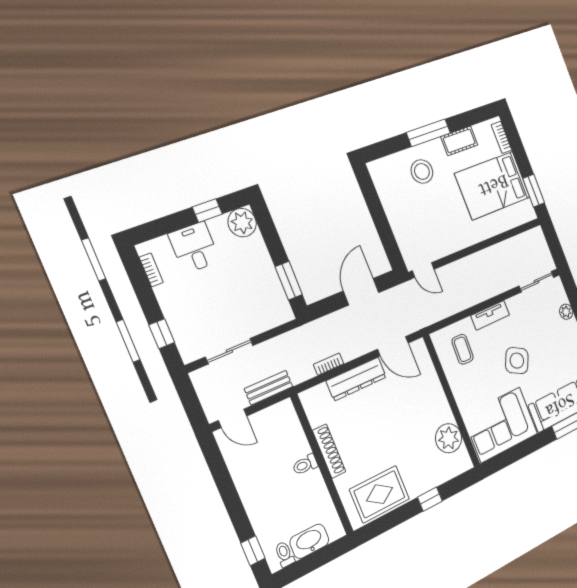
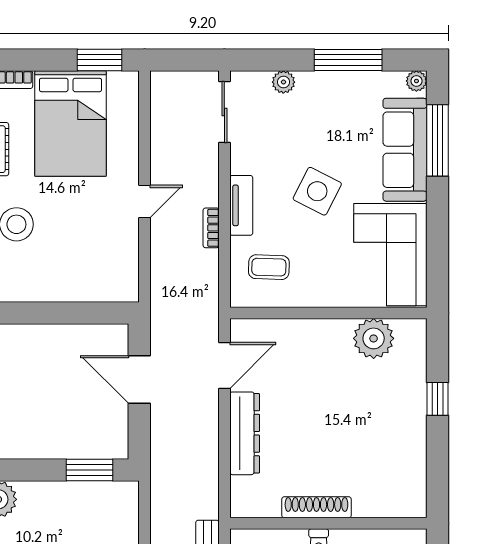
door: (423, 270) -> (145, 201), moved
bookcase: (329, 364) -> (211, 228), moved
rug: (380, 494) -> (399, 464), removed

